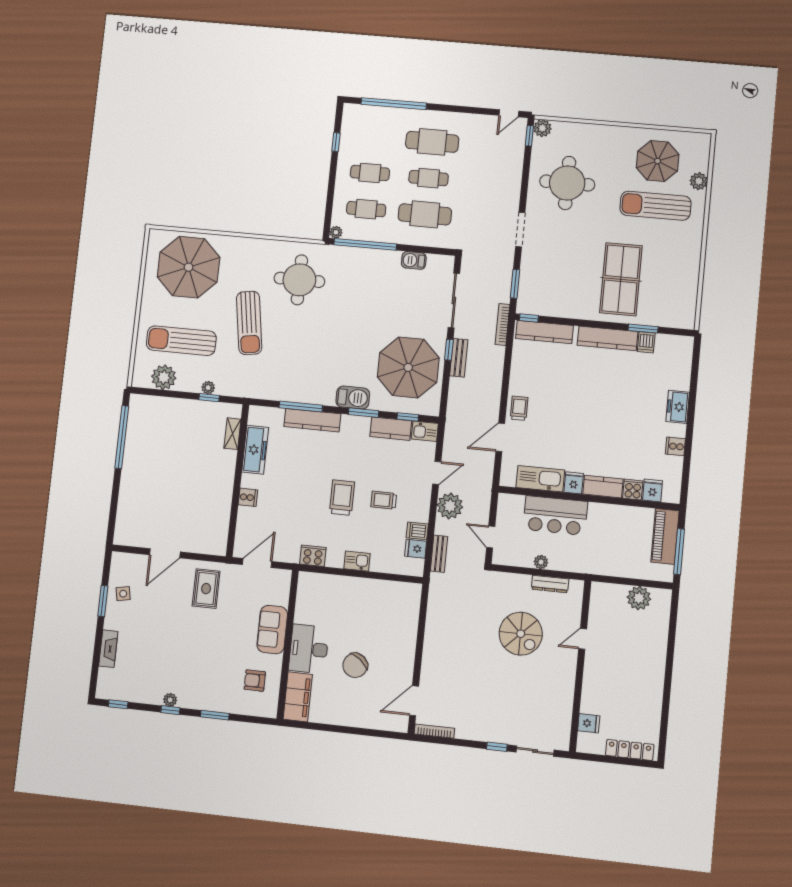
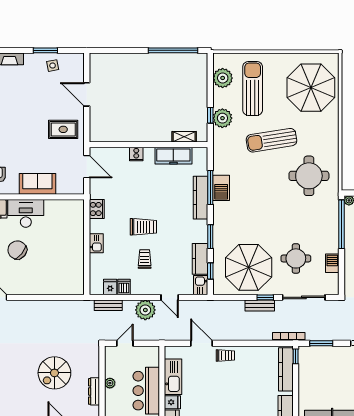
round table: (403, 306) -> (296, 258), added
plant: (208, 388) -> (222, 118), width x1.87, depth x1.87
barbecue: (353, 398) -> (221, 188), moved

